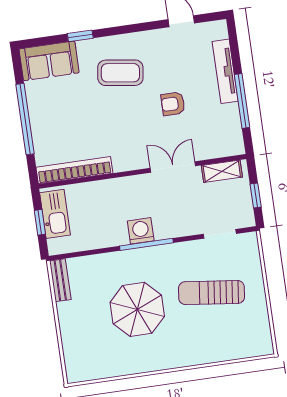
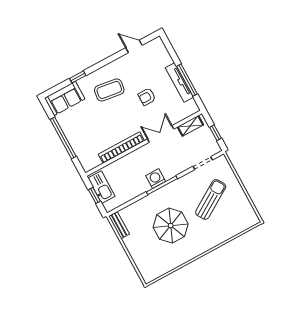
tv unit: (225, 71) -> (179, 83), moved
bookcase: (74, 170) -> (121, 148), moved
sun lounger: (212, 293) -> (211, 199), turned 141

